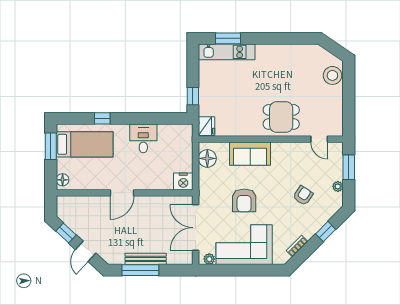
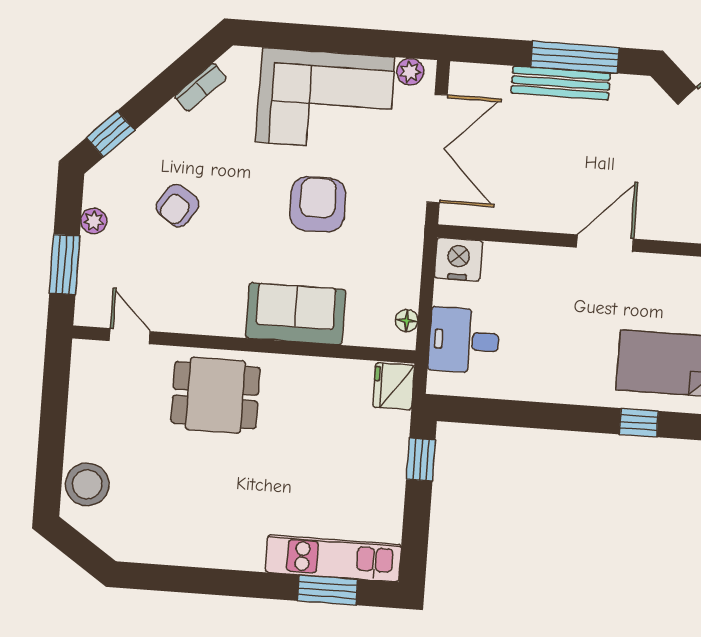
desk: (143, 138) -> (464, 341), moved, turned 90
floor lamp: (207, 158) -> (407, 320), width x0.53, depth x0.53
window: (326, 232) -> (110, 134), moved

